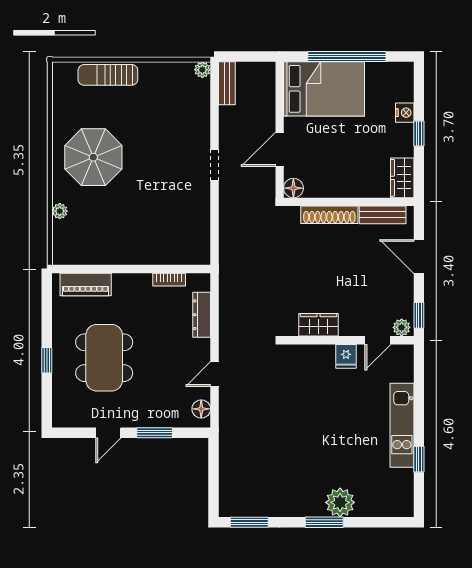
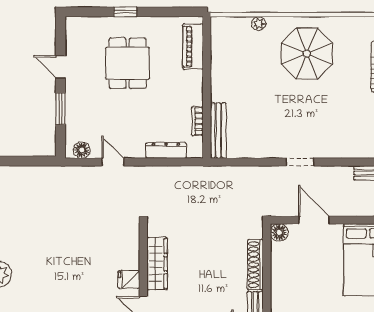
bench: (179, 256) -> (218, 130), added
wardrobe: (319, 325) -> (157, 264), width x1.50
dining table: (104, 358) -> (128, 63), width x0.73

